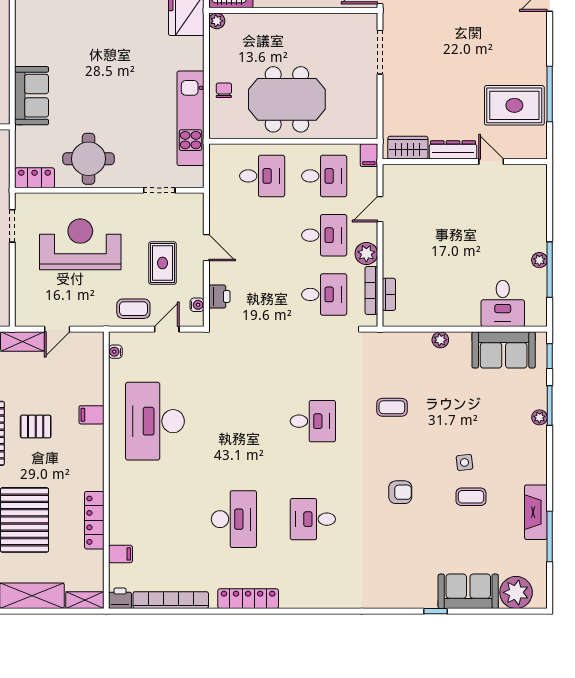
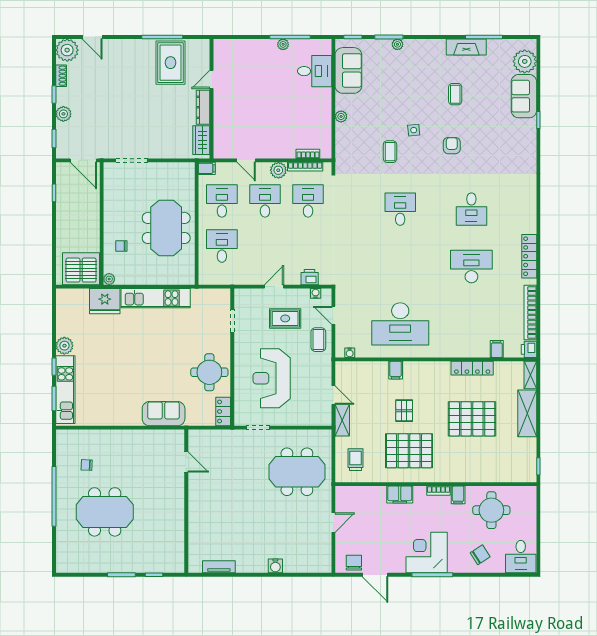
chair: (224, 90) -> (121, 246), moved
kitchen unit: (191, 118) -> (156, 298), moved
side table: (464, 462) -> (414, 130), moved

